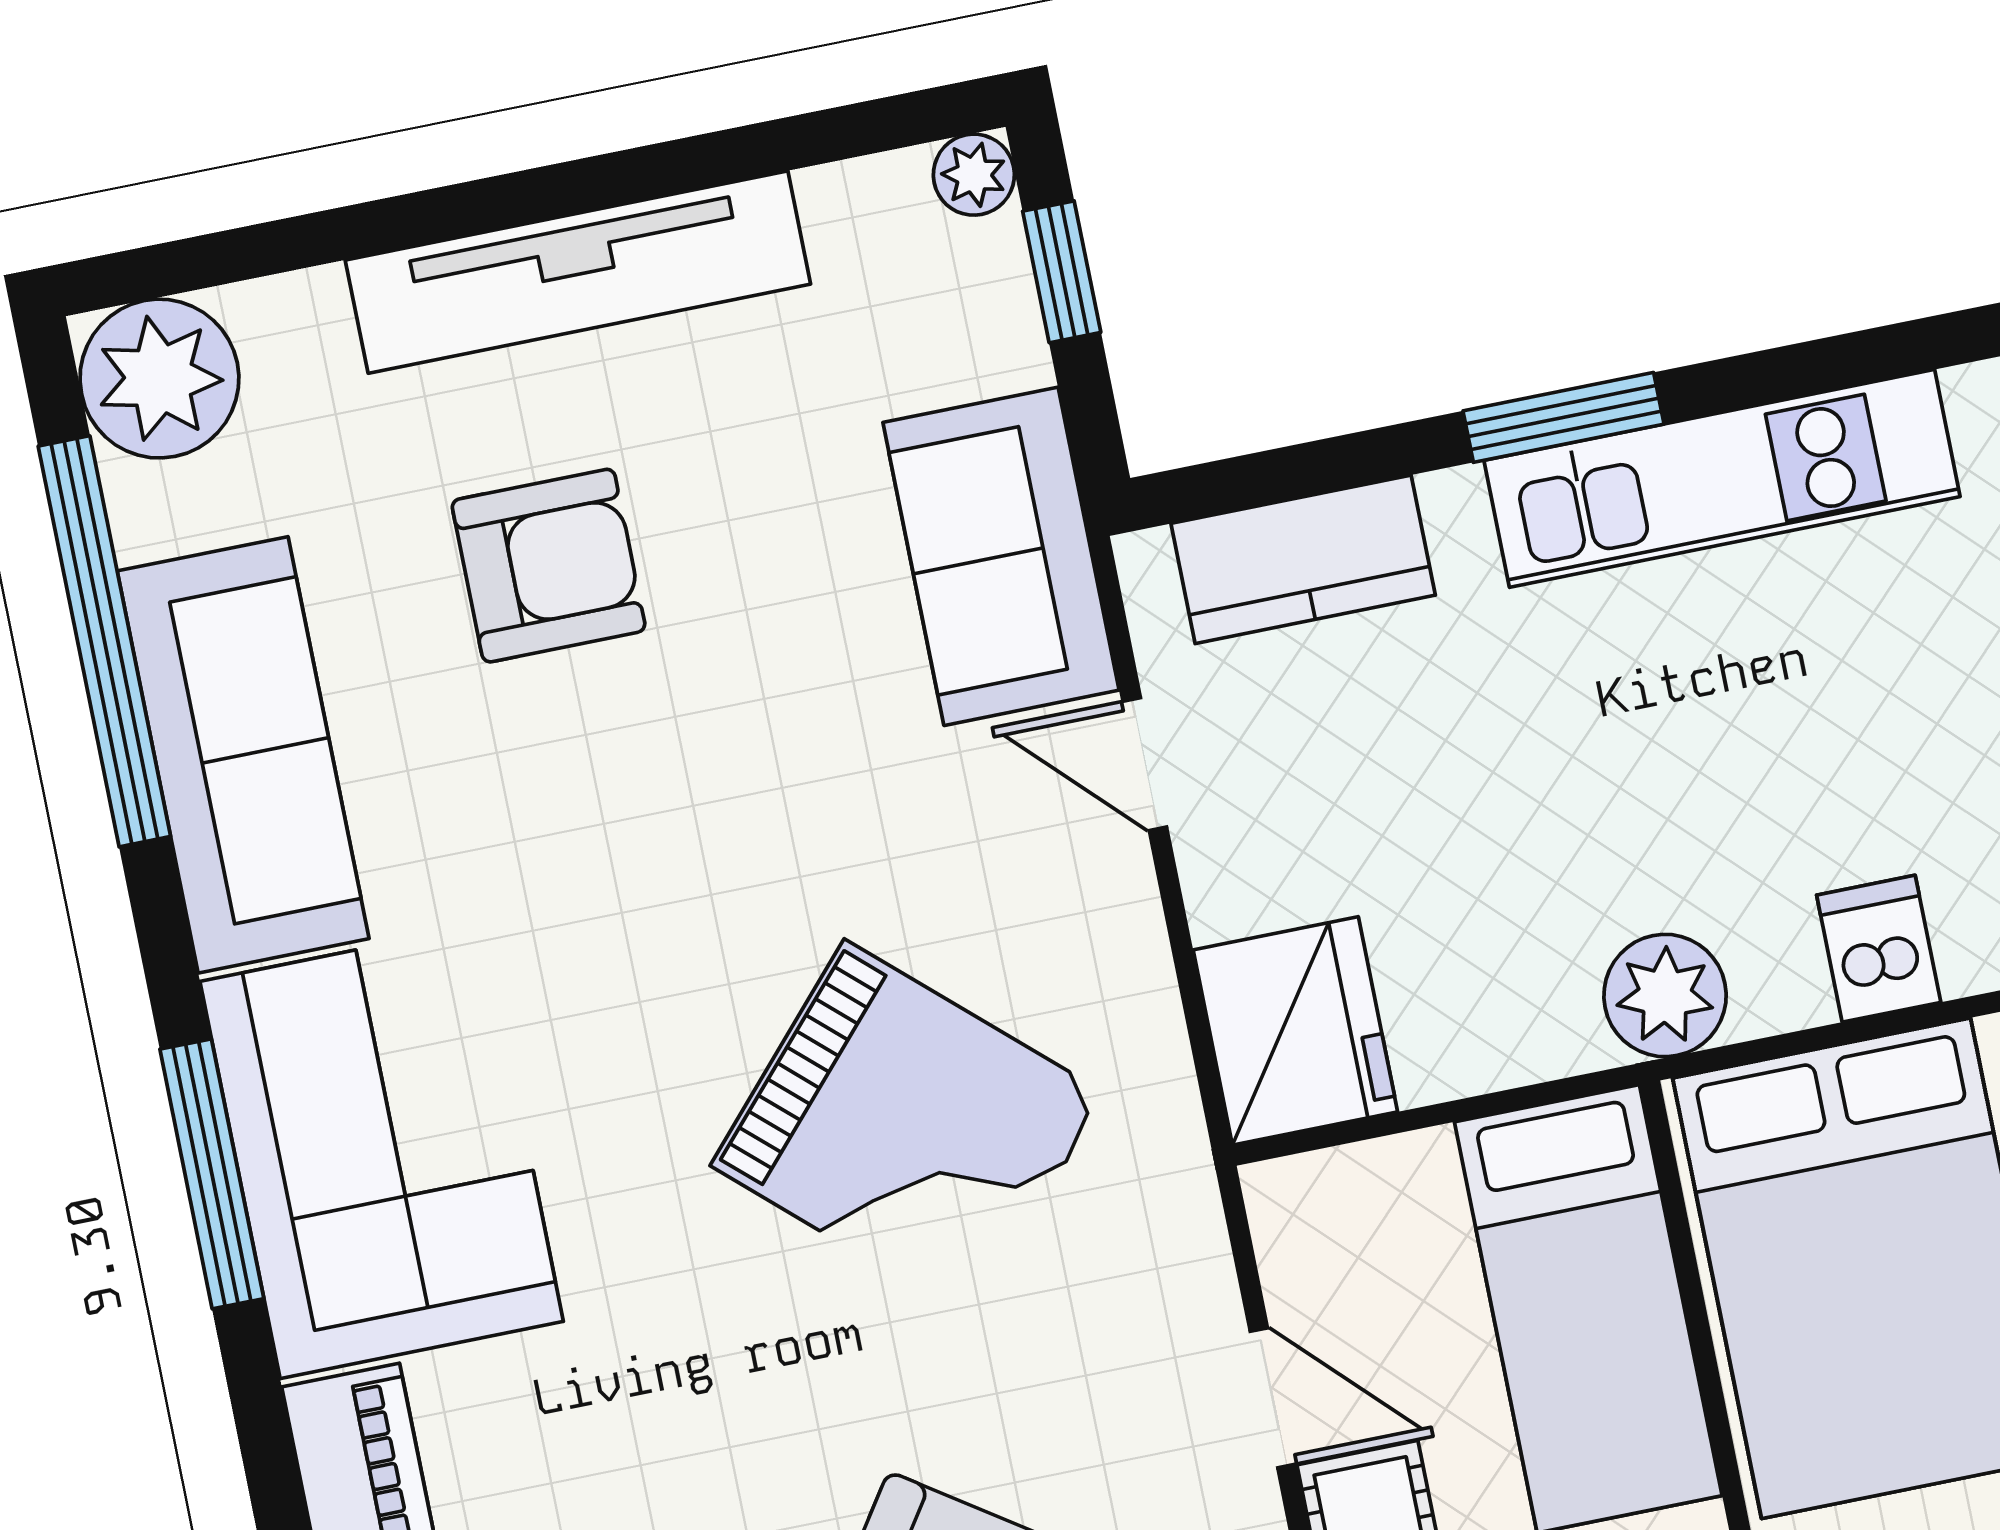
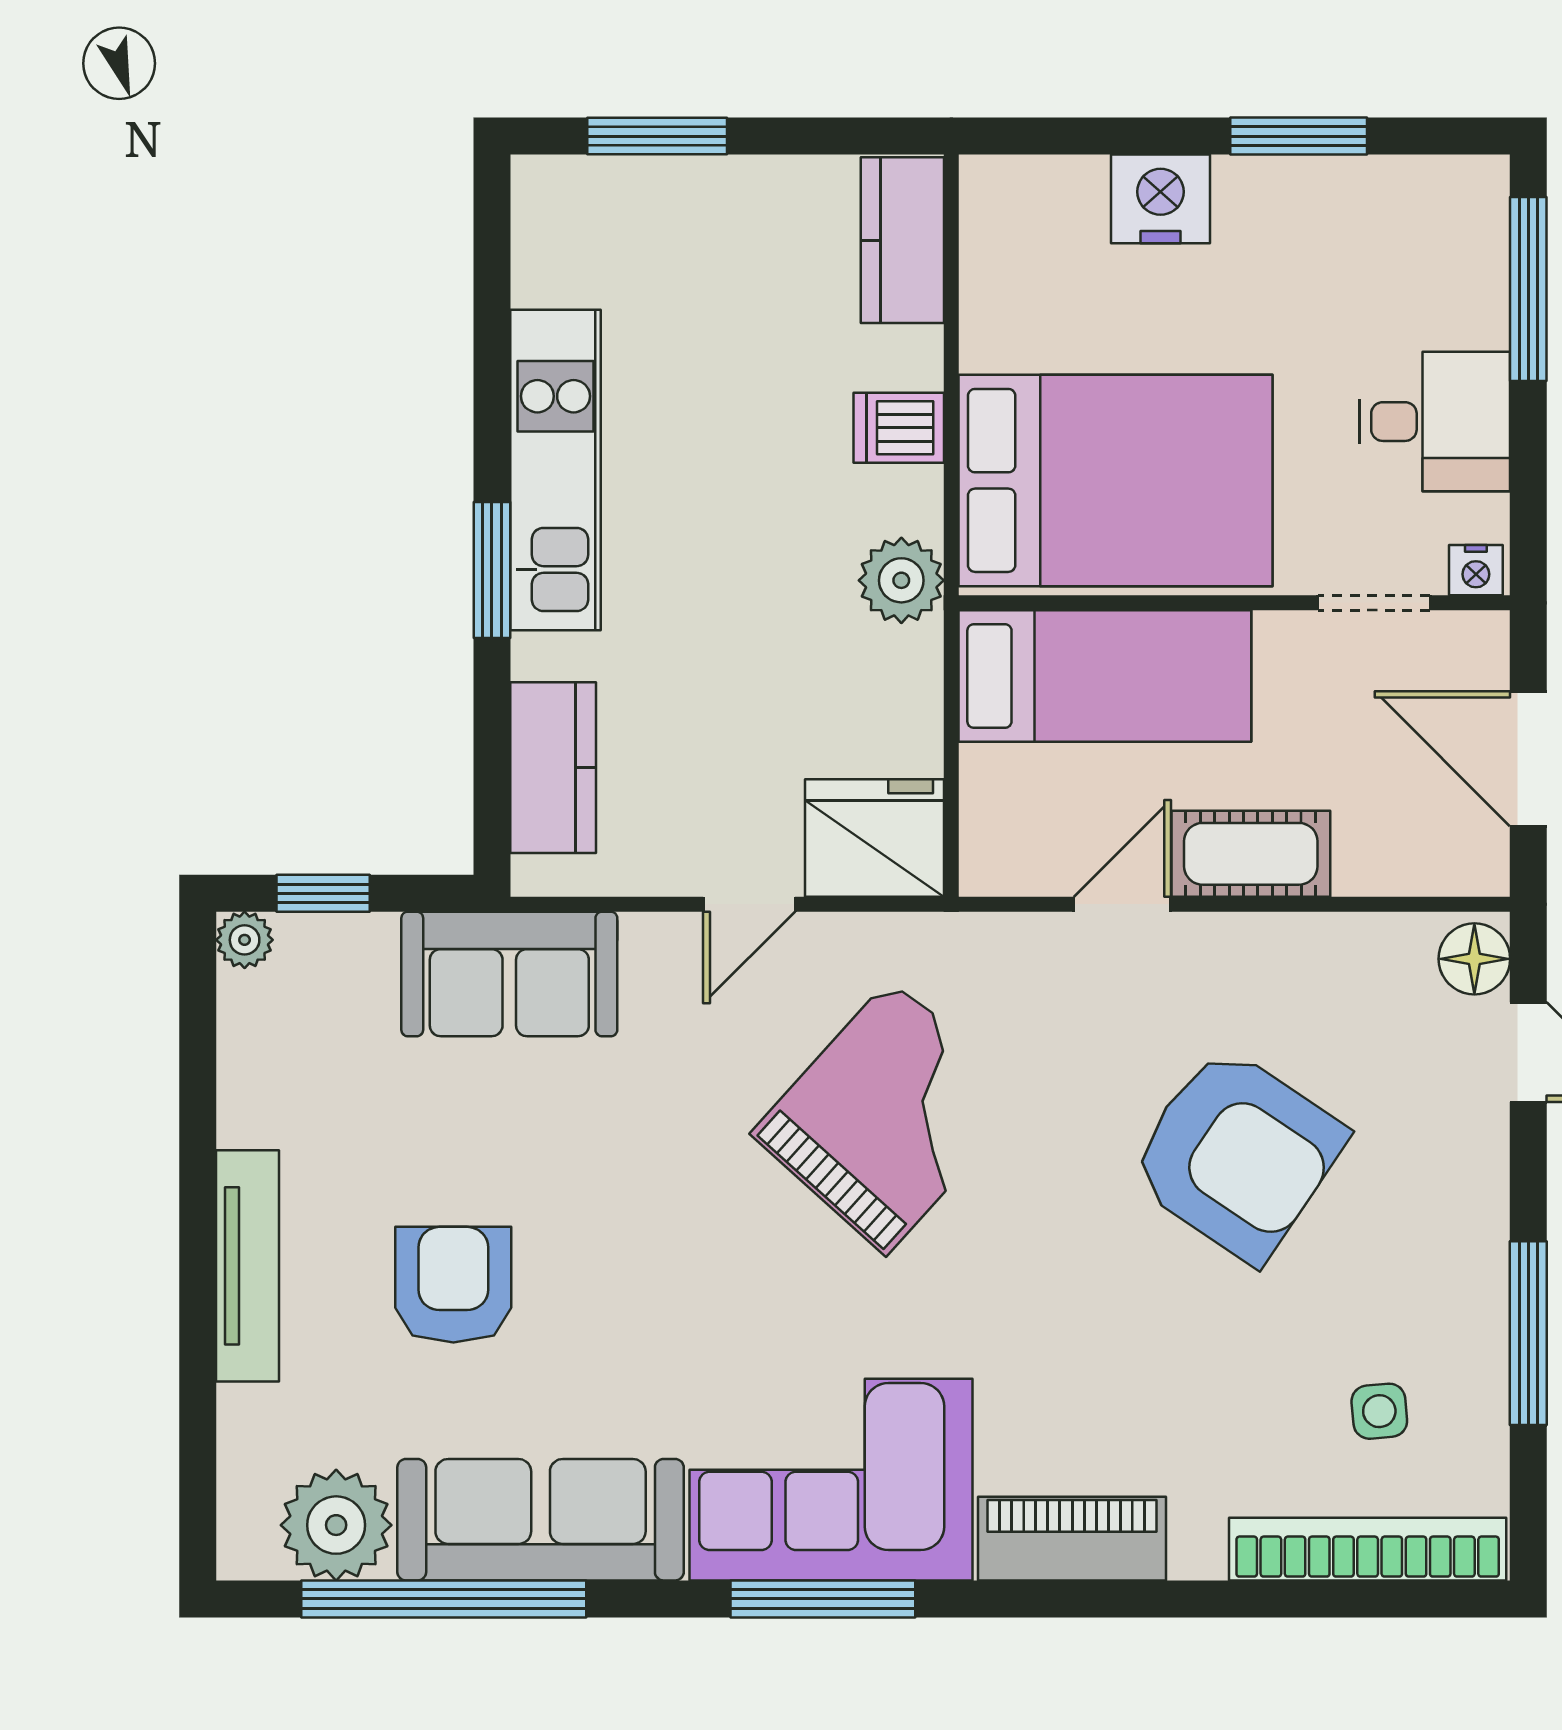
tv unit: (578, 272) -> (248, 1266), width x0.73, depth x0.78
plant: (159, 379) -> (336, 1525), moved
door: (1145, 764) -> (749, 904), moved

